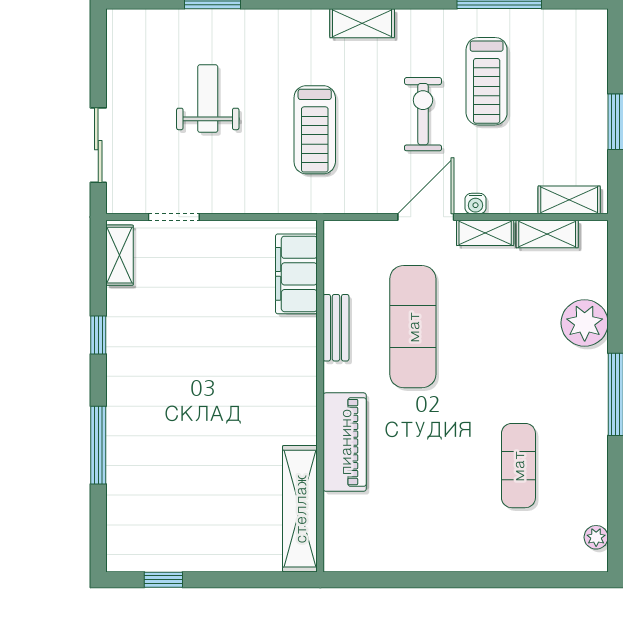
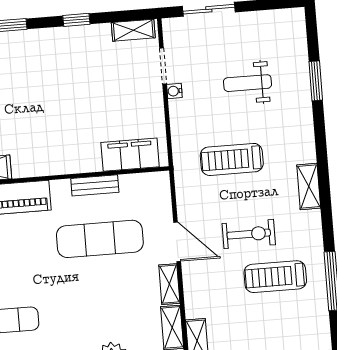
weight bench: (208, 99) -> (248, 83), turned 180
water cooler: (475, 204) -> (174, 91), moved

